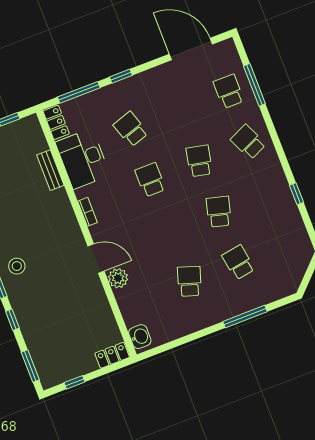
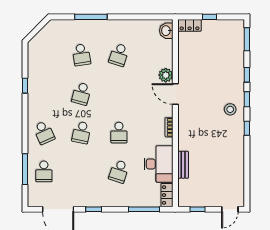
window: (121, 76) -> (94, 209), moved
school desk: (131, 129) -> (119, 171), turned 36
window: (74, 382) -> (209, 17), moved

